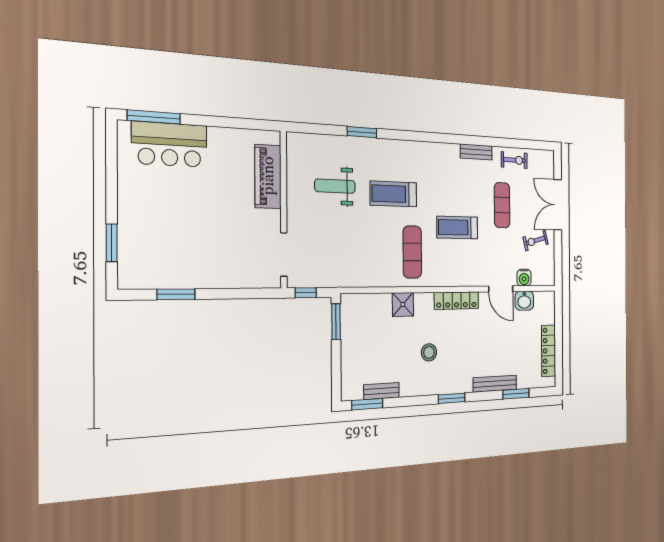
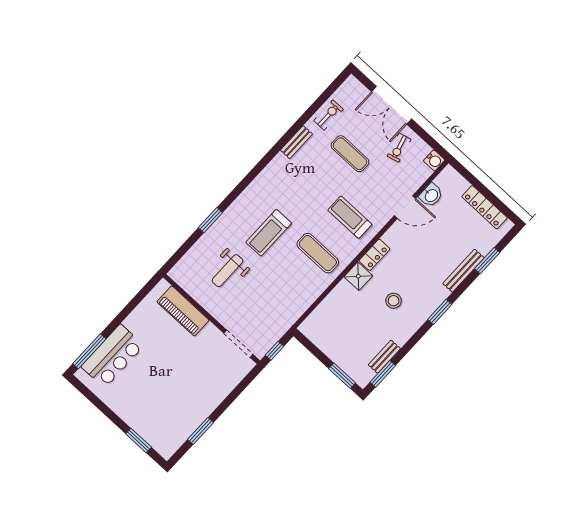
treadmill: (457, 227) -> (350, 217), moved, turned 90
water cooler: (524, 278) -> (434, 160), moved
locker: (456, 301) -> (374, 255), width x0.66
shower: (403, 304) -> (358, 276), moved
window: (336, 322) -> (342, 376), moved

